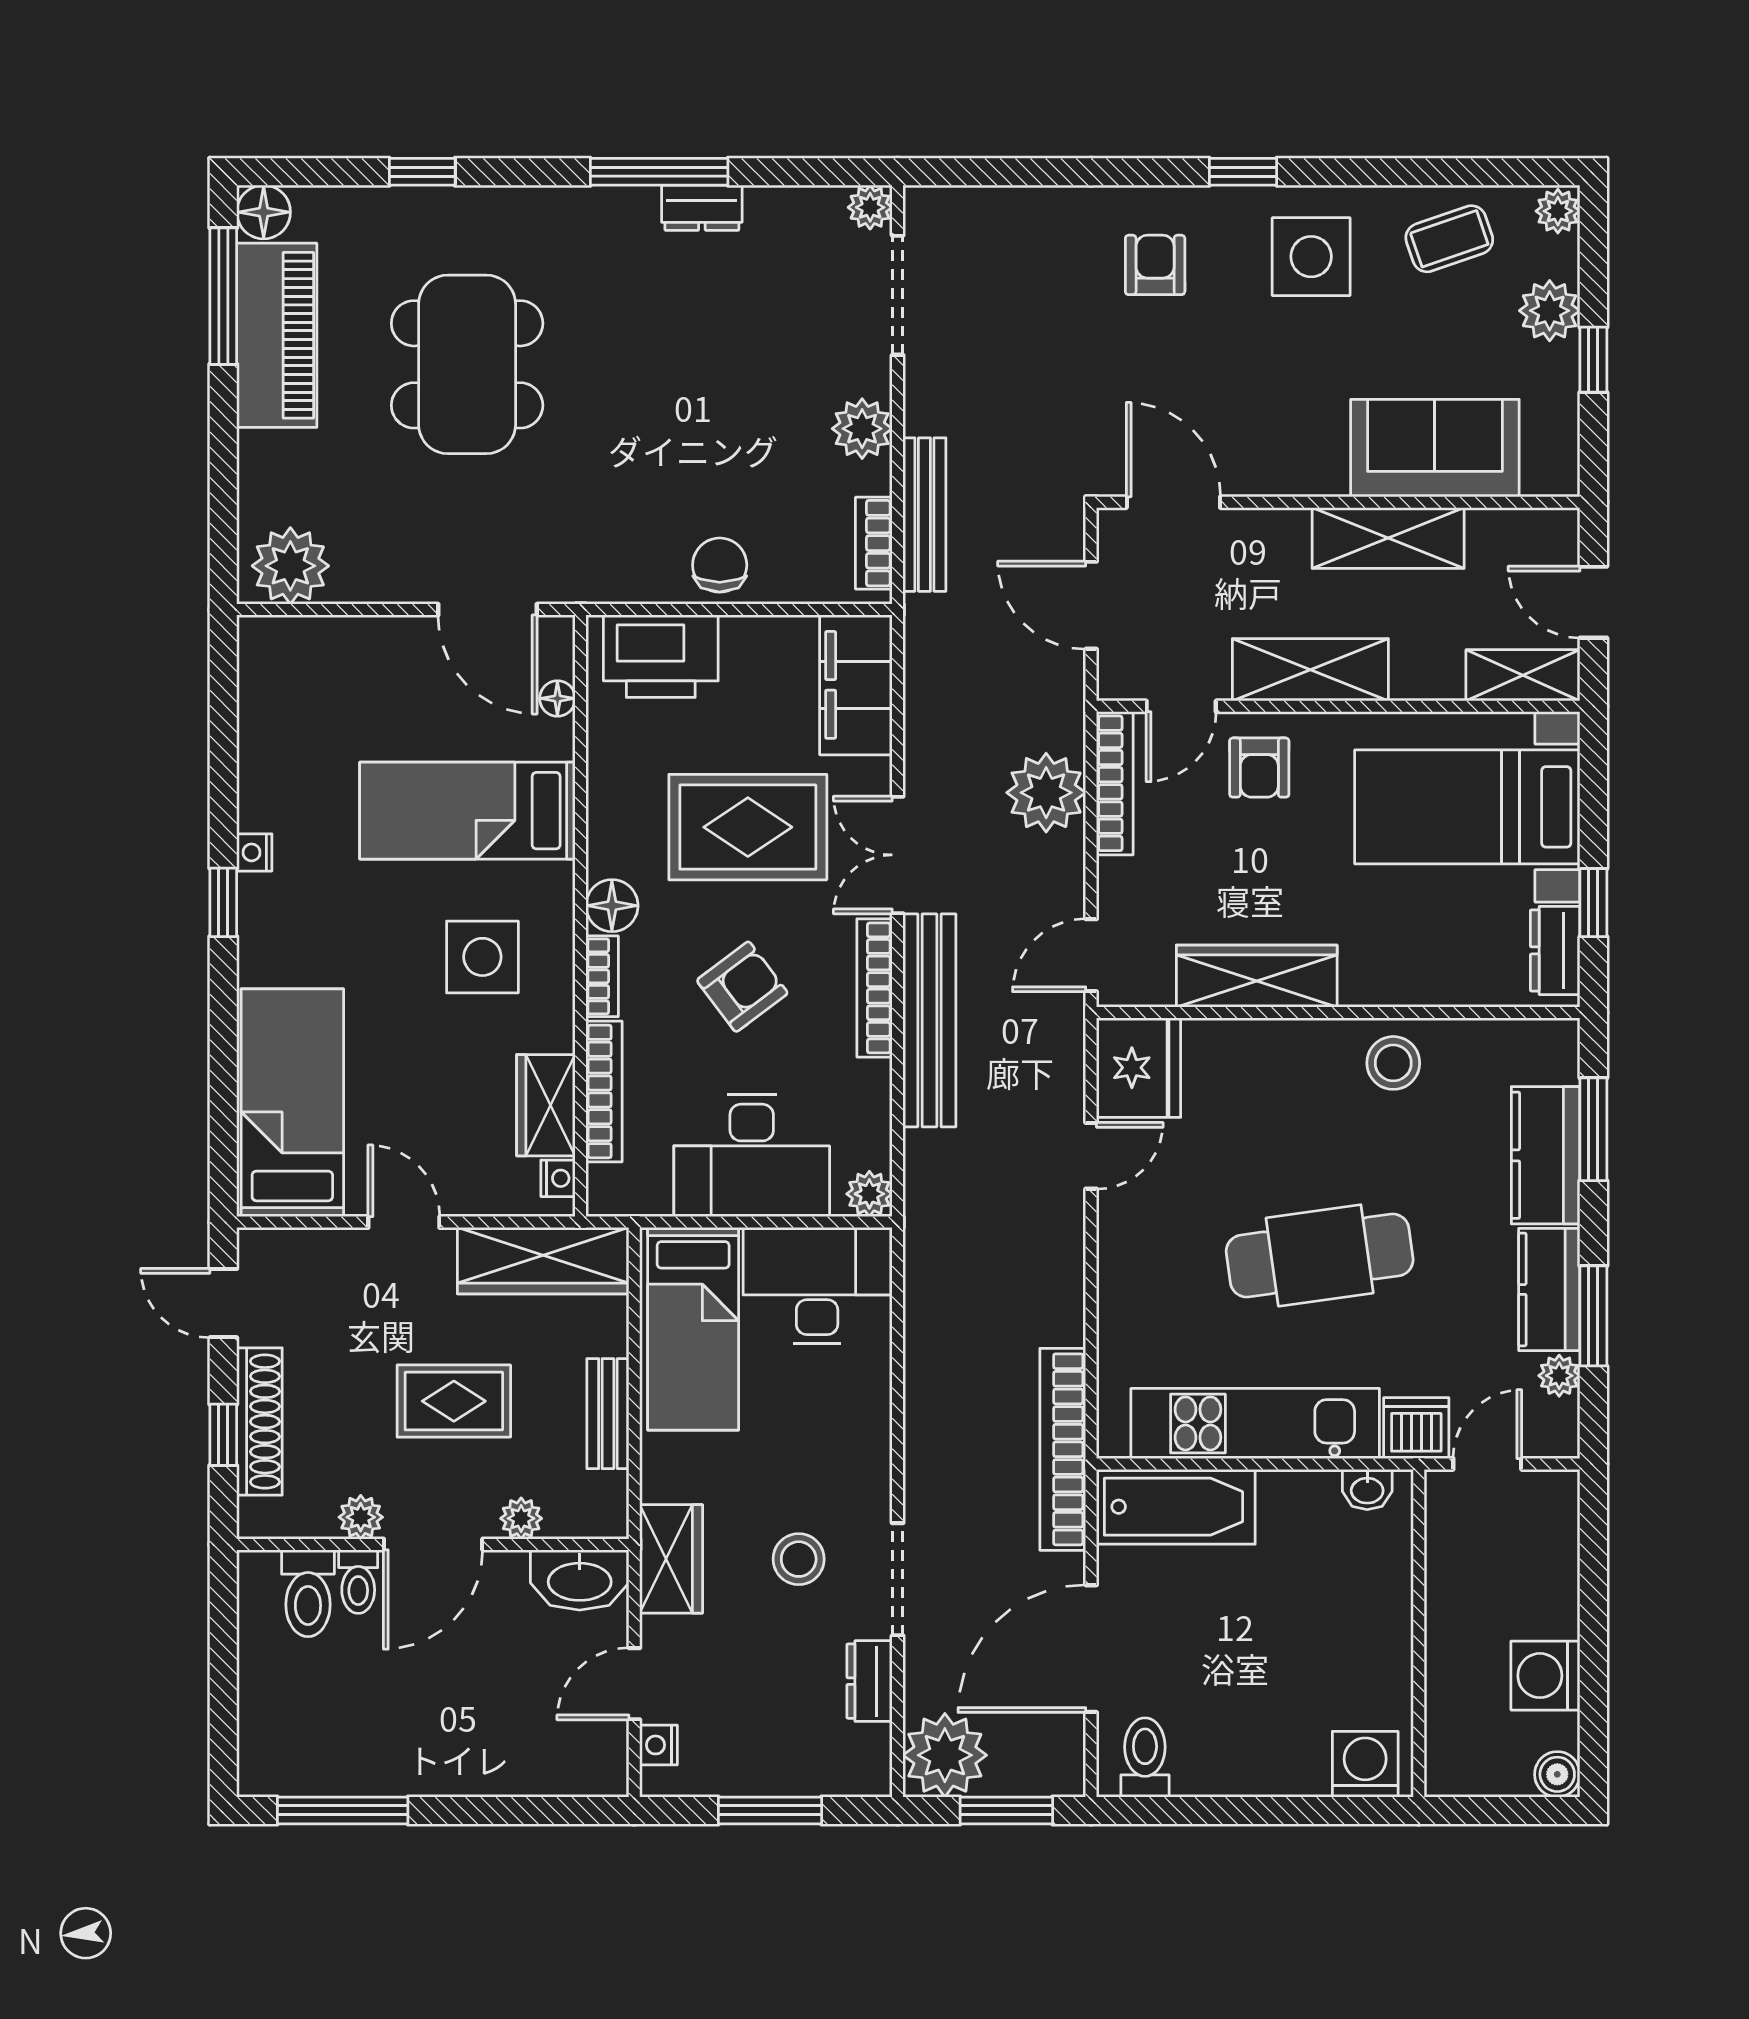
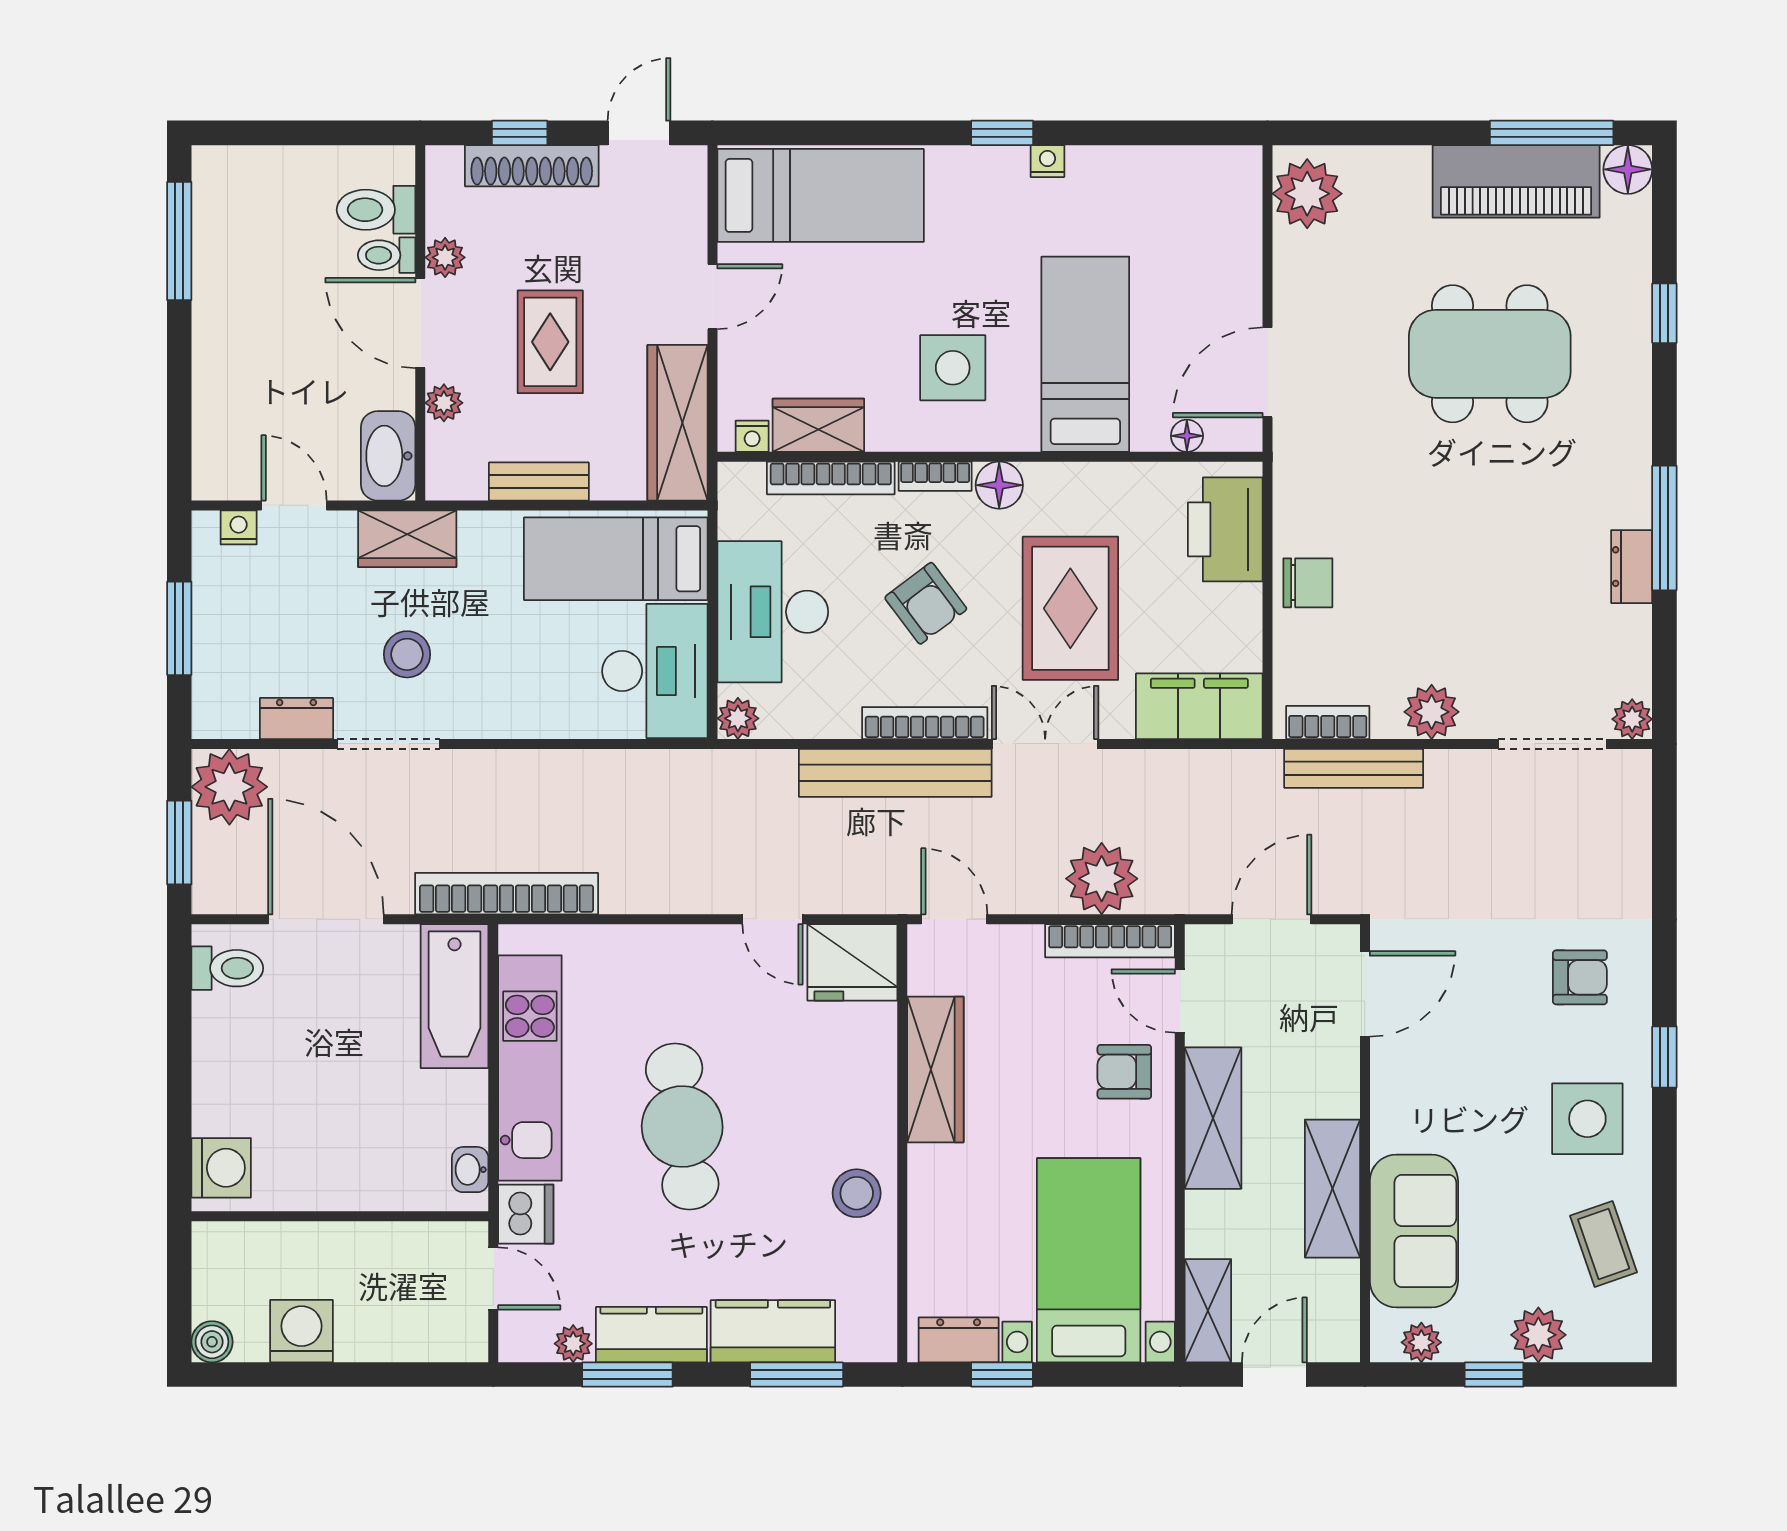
plant: (1558, 211) -> (1421, 1342), moved

